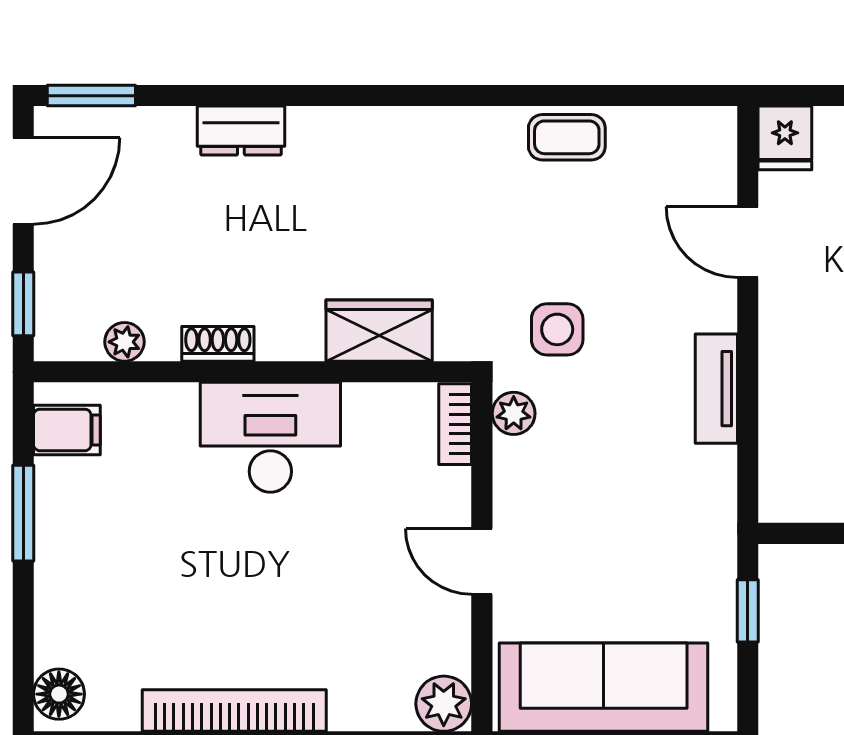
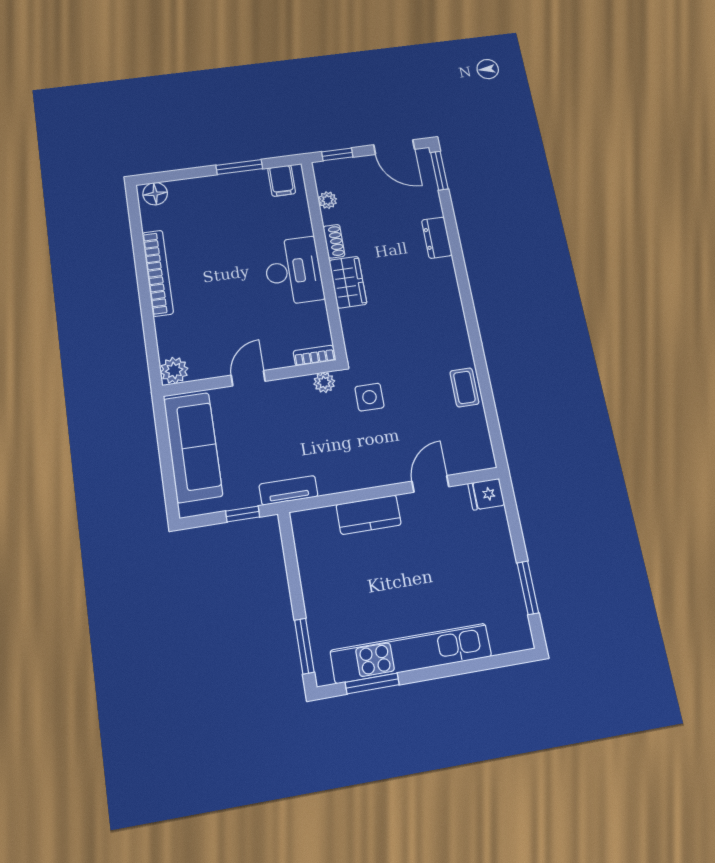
wardrobe: (379, 331) -> (348, 282), moved
kitchen counter: (788, 372) -> (369, 515), added
tv unit: (716, 389) -> (288, 490), moved

